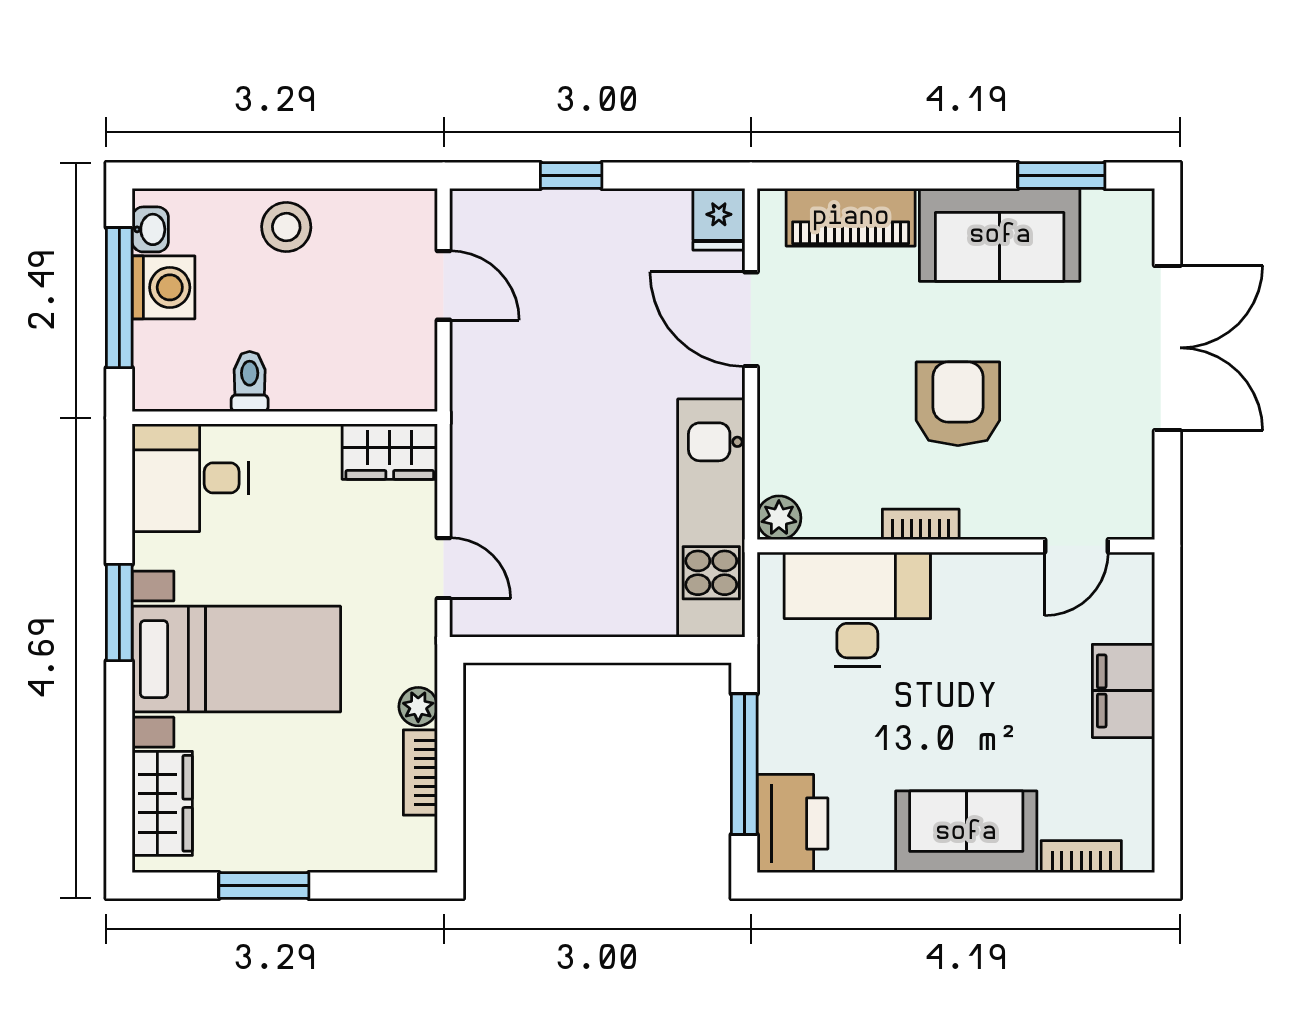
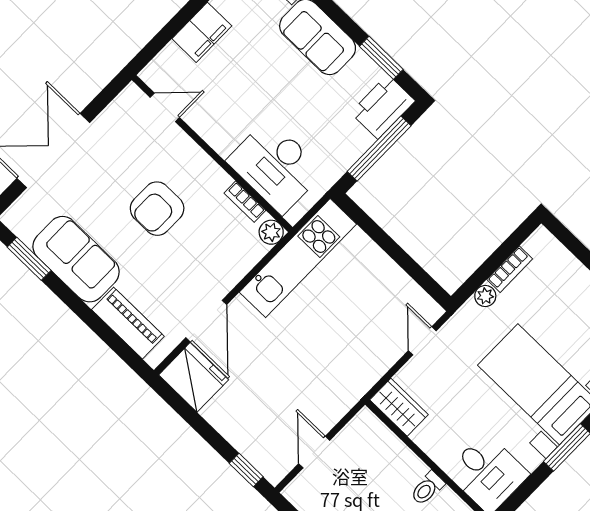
window: (571, 176) -> (246, 470), moved
fridge: (719, 219) -> (194, 377), width x1.88, depth x1.34
bookcase: (921, 524) -> (245, 202), moved
window: (857, 886) -> (381, 58), added

